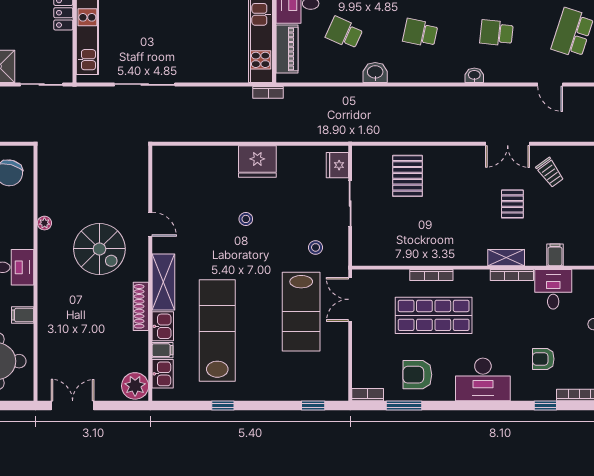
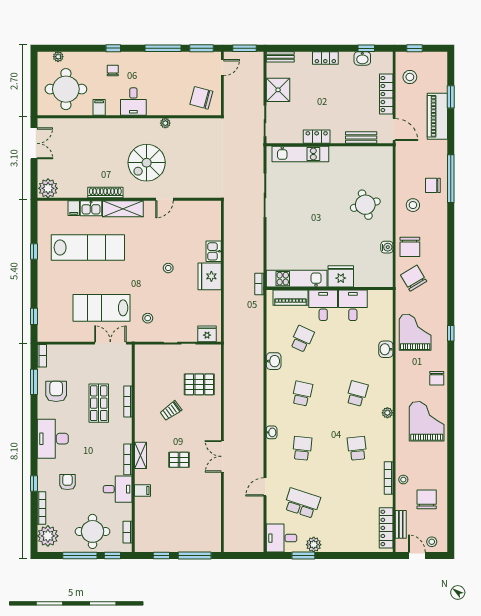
trolley: (550, 173) -> (171, 411), moved
shop shelf: (434, 315) -> (99, 403), width x0.70, depth x0.74
kitchen sink: (163, 374) -> (214, 251), moved, turned 90

